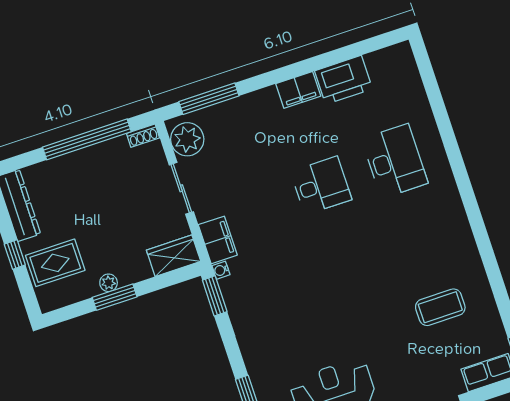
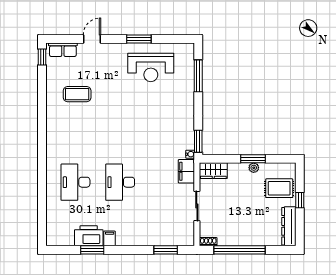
window: (330, 58) -> (92, 250), added
filing cabinet: (298, 90) -> (110, 238), width x0.50
window: (209, 99) -> (166, 250), width x0.69
plant: (187, 139) -> (185, 232), removed
desk: (321, 186) -> (120, 182), width x1.37

